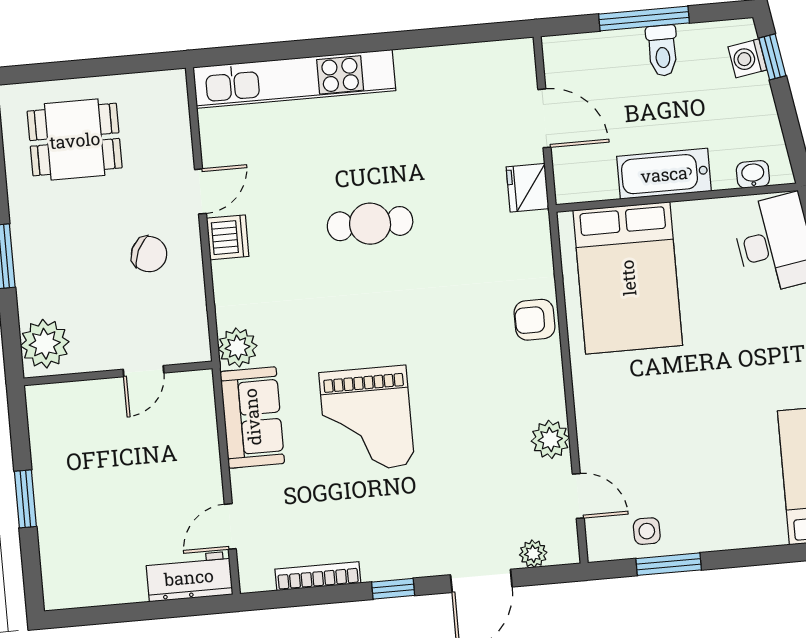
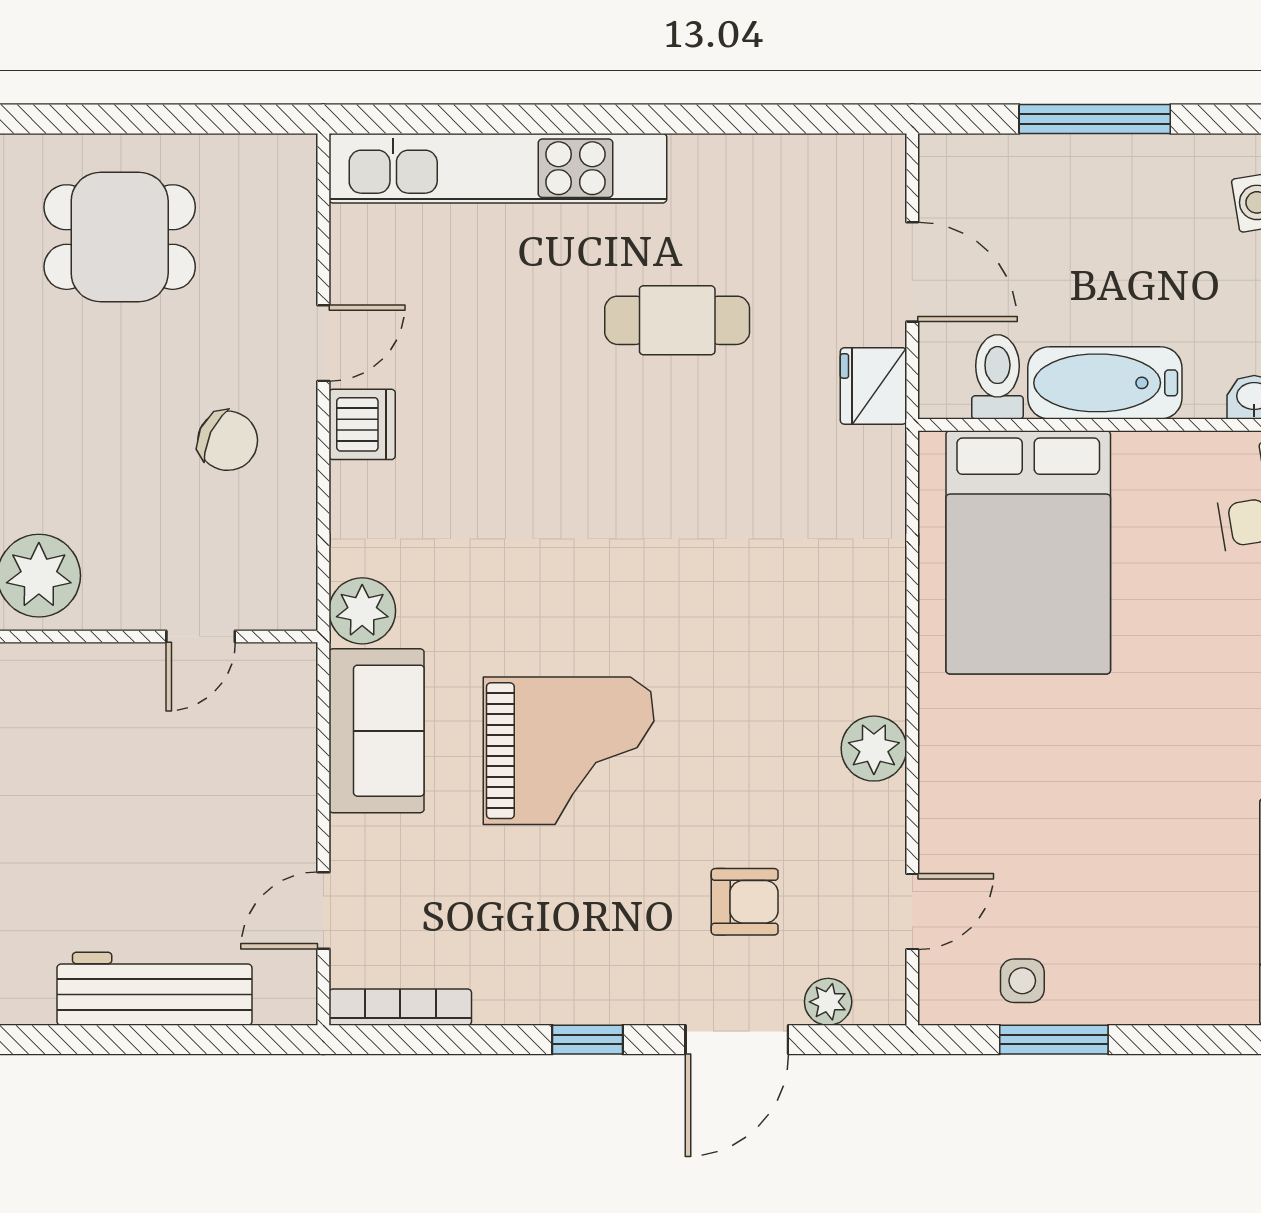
toilet: (662, 51) -> (997, 377), moved, turned 180
cafe table: (370, 224) -> (677, 320), moved
armchair: (535, 320) -> (745, 902), moved, turned 180
grand piano: (367, 419) -> (569, 751), turned -90
plant: (550, 439) -> (874, 749), moved
door: (578, 496) -> (912, 912), hinge flipped
bookcase: (318, 576) -> (400, 1007), moved
workbench: (189, 577) -> (154, 989), moved, width x1.37

